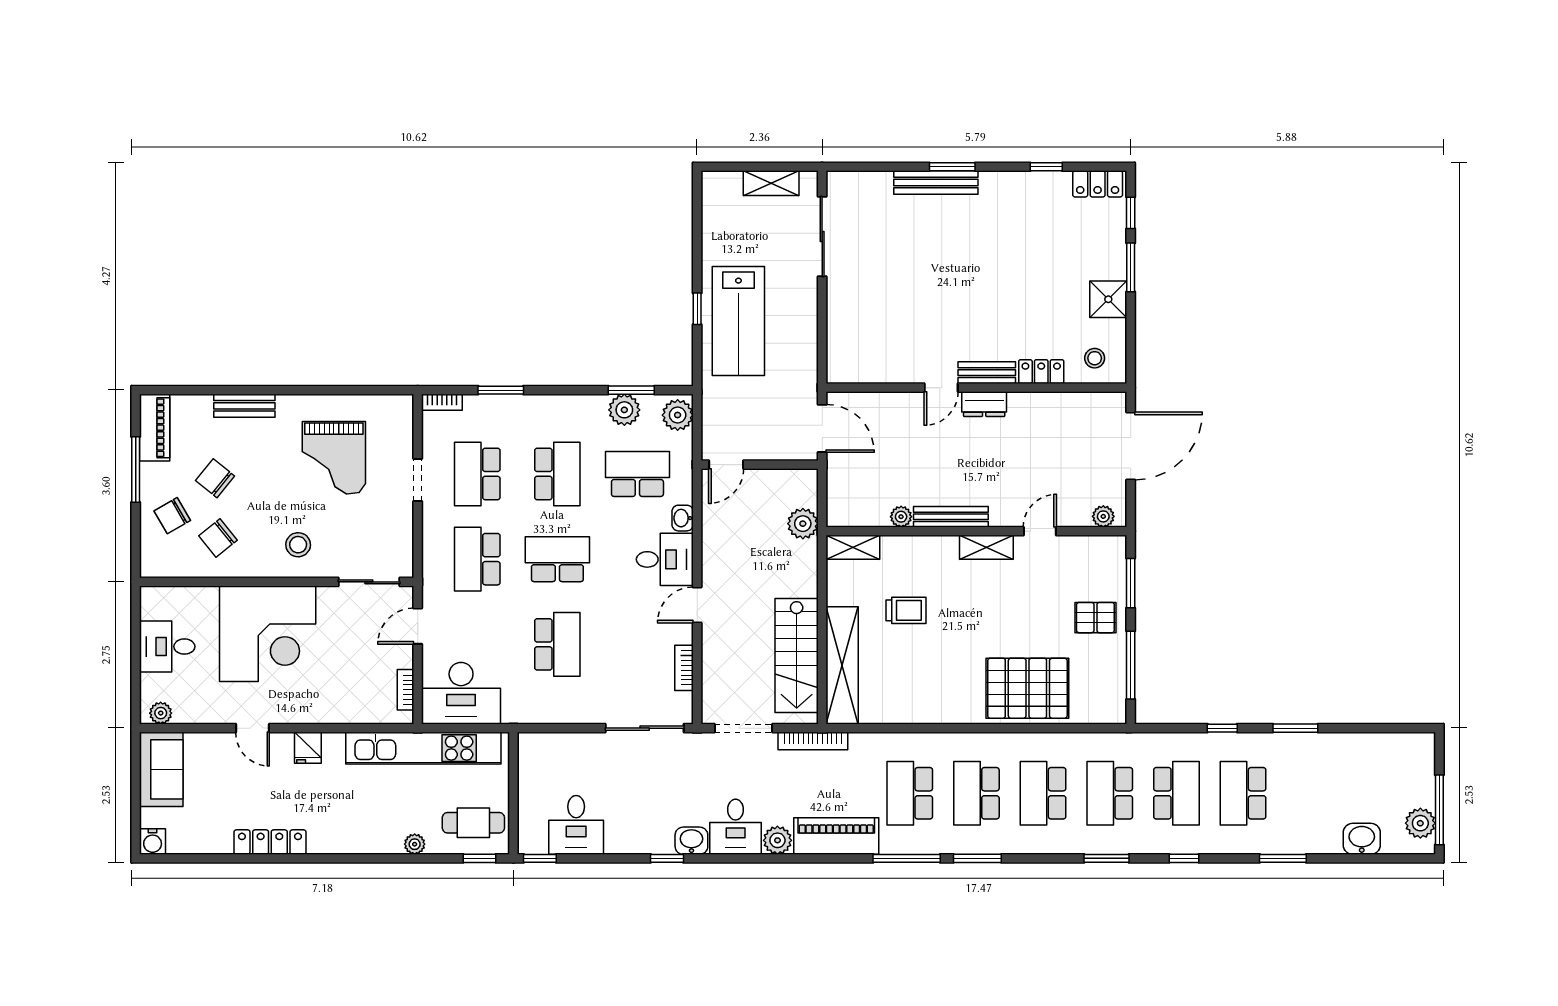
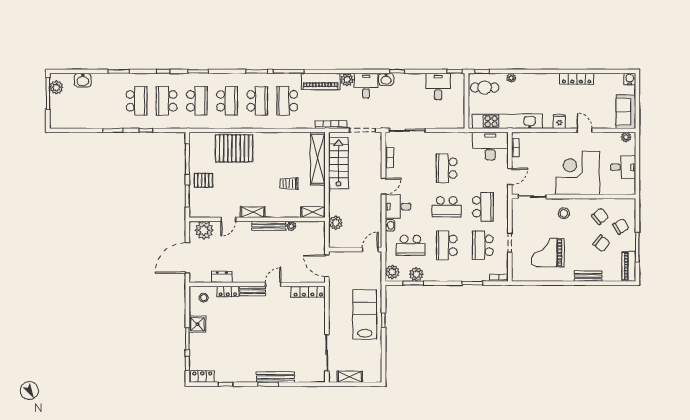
locker: (863, 371) -> (308, 292), added
dresser: (984, 404) -> (222, 277), moved
grand piano: (334, 458) -> (548, 253), turned -90
school desk: (477, 474) -> (483, 245), turned 180
plant: (1103, 516) -> (204, 230), width x1.88, depth x1.88
school desk: (910, 793) -> (287, 101), turned 180

